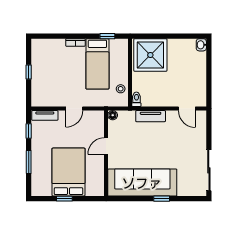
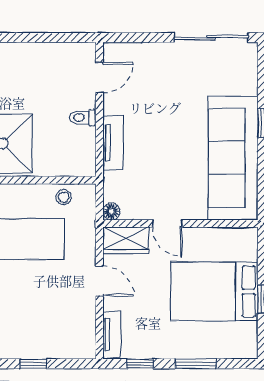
toilet: (136, 99) -> (83, 118), moved
wardrobe: (97, 123) -> (126, 240), added

